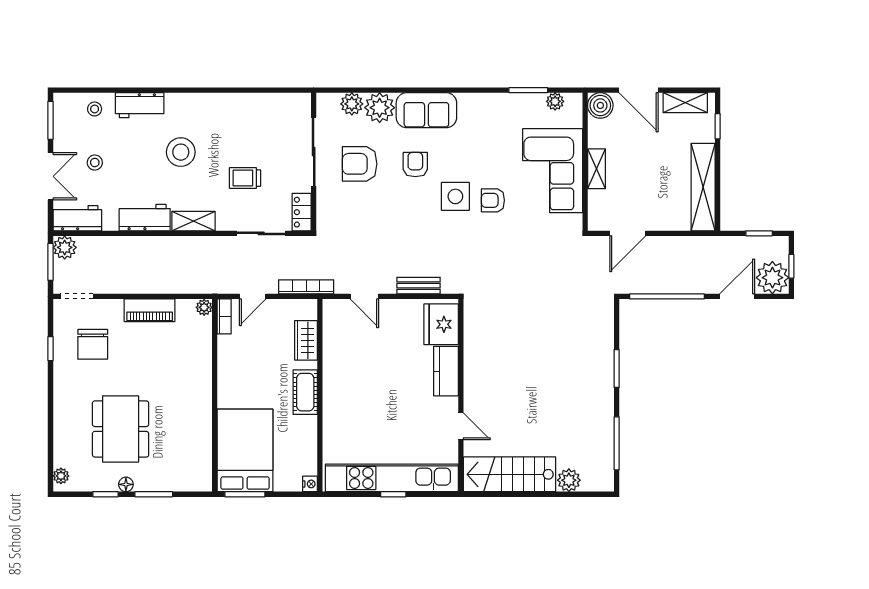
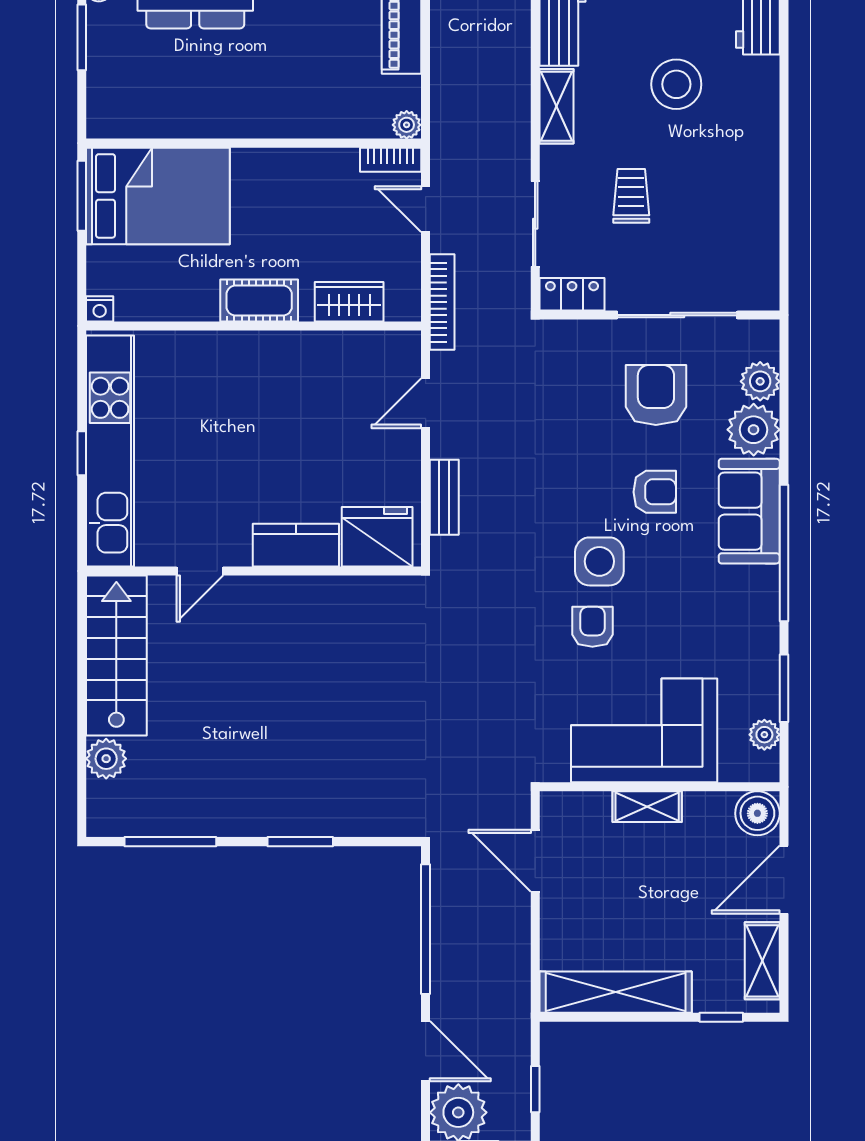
window: (451, 90) -> (784, 553), added

